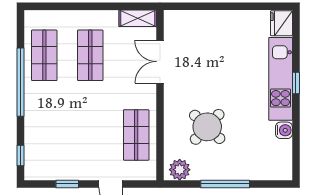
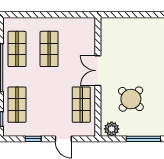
shelving: (138, 18) -> (82, 23), removed
double door: (160, 62) -> (98, 71), moved
shop shelf: (44, 135) -> (17, 105), added

